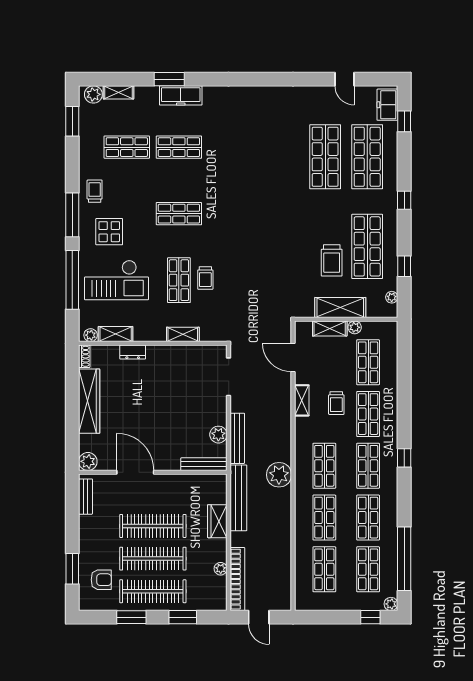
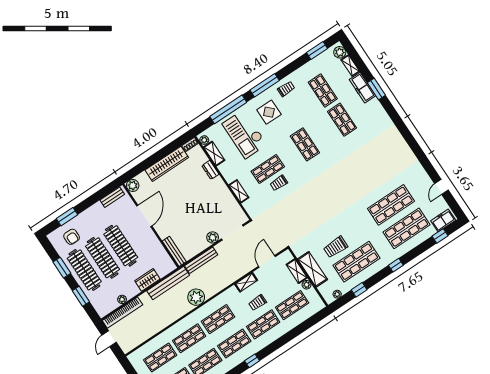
freezer: (181, 95) -> (362, 88), moved
plant: (218, 435) -> (213, 237), moved

